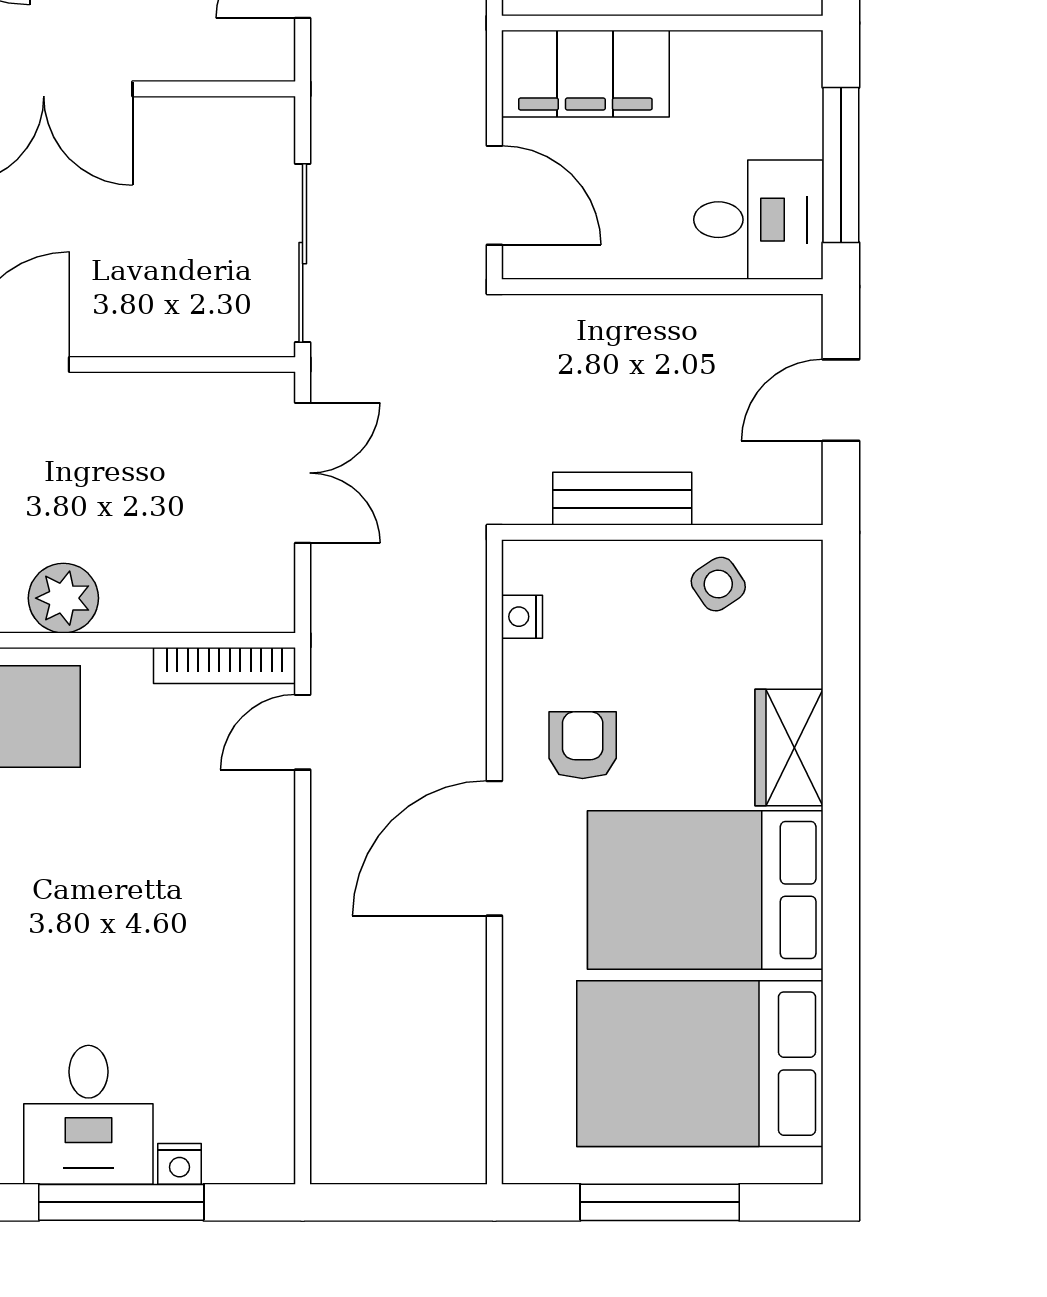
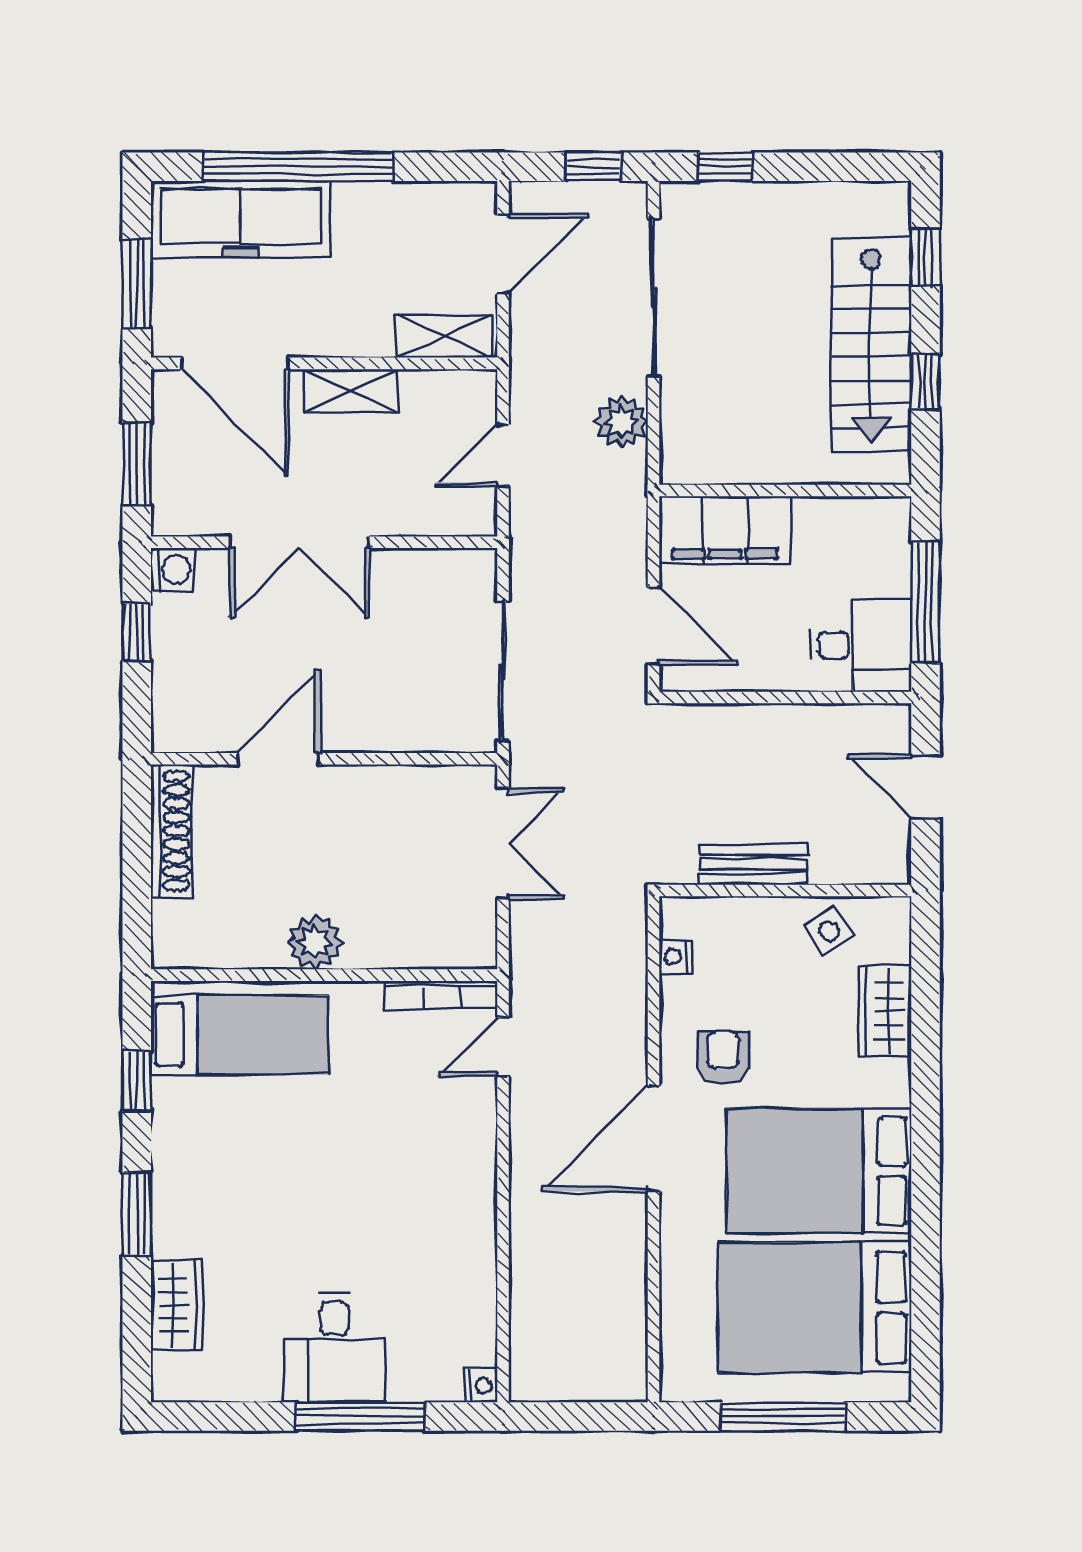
door: (841, 400) -> (925, 787), hinge flipped
wardrobe: (789, 747) -> (885, 1011), moved
nightstand: (179, 1164) -> (481, 1385), moved, turned -90

